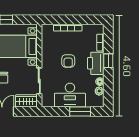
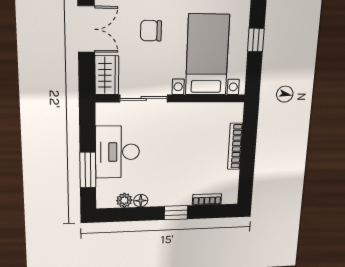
armchair: (68, 61) -> (178, 148), removed
printer: (96, 63) -> (172, 193), removed

